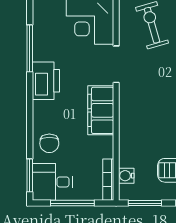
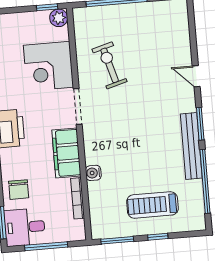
water cooler: (126, 176) -> (93, 173), moved
bookcase: (108, 180) -> (78, 198), moved

